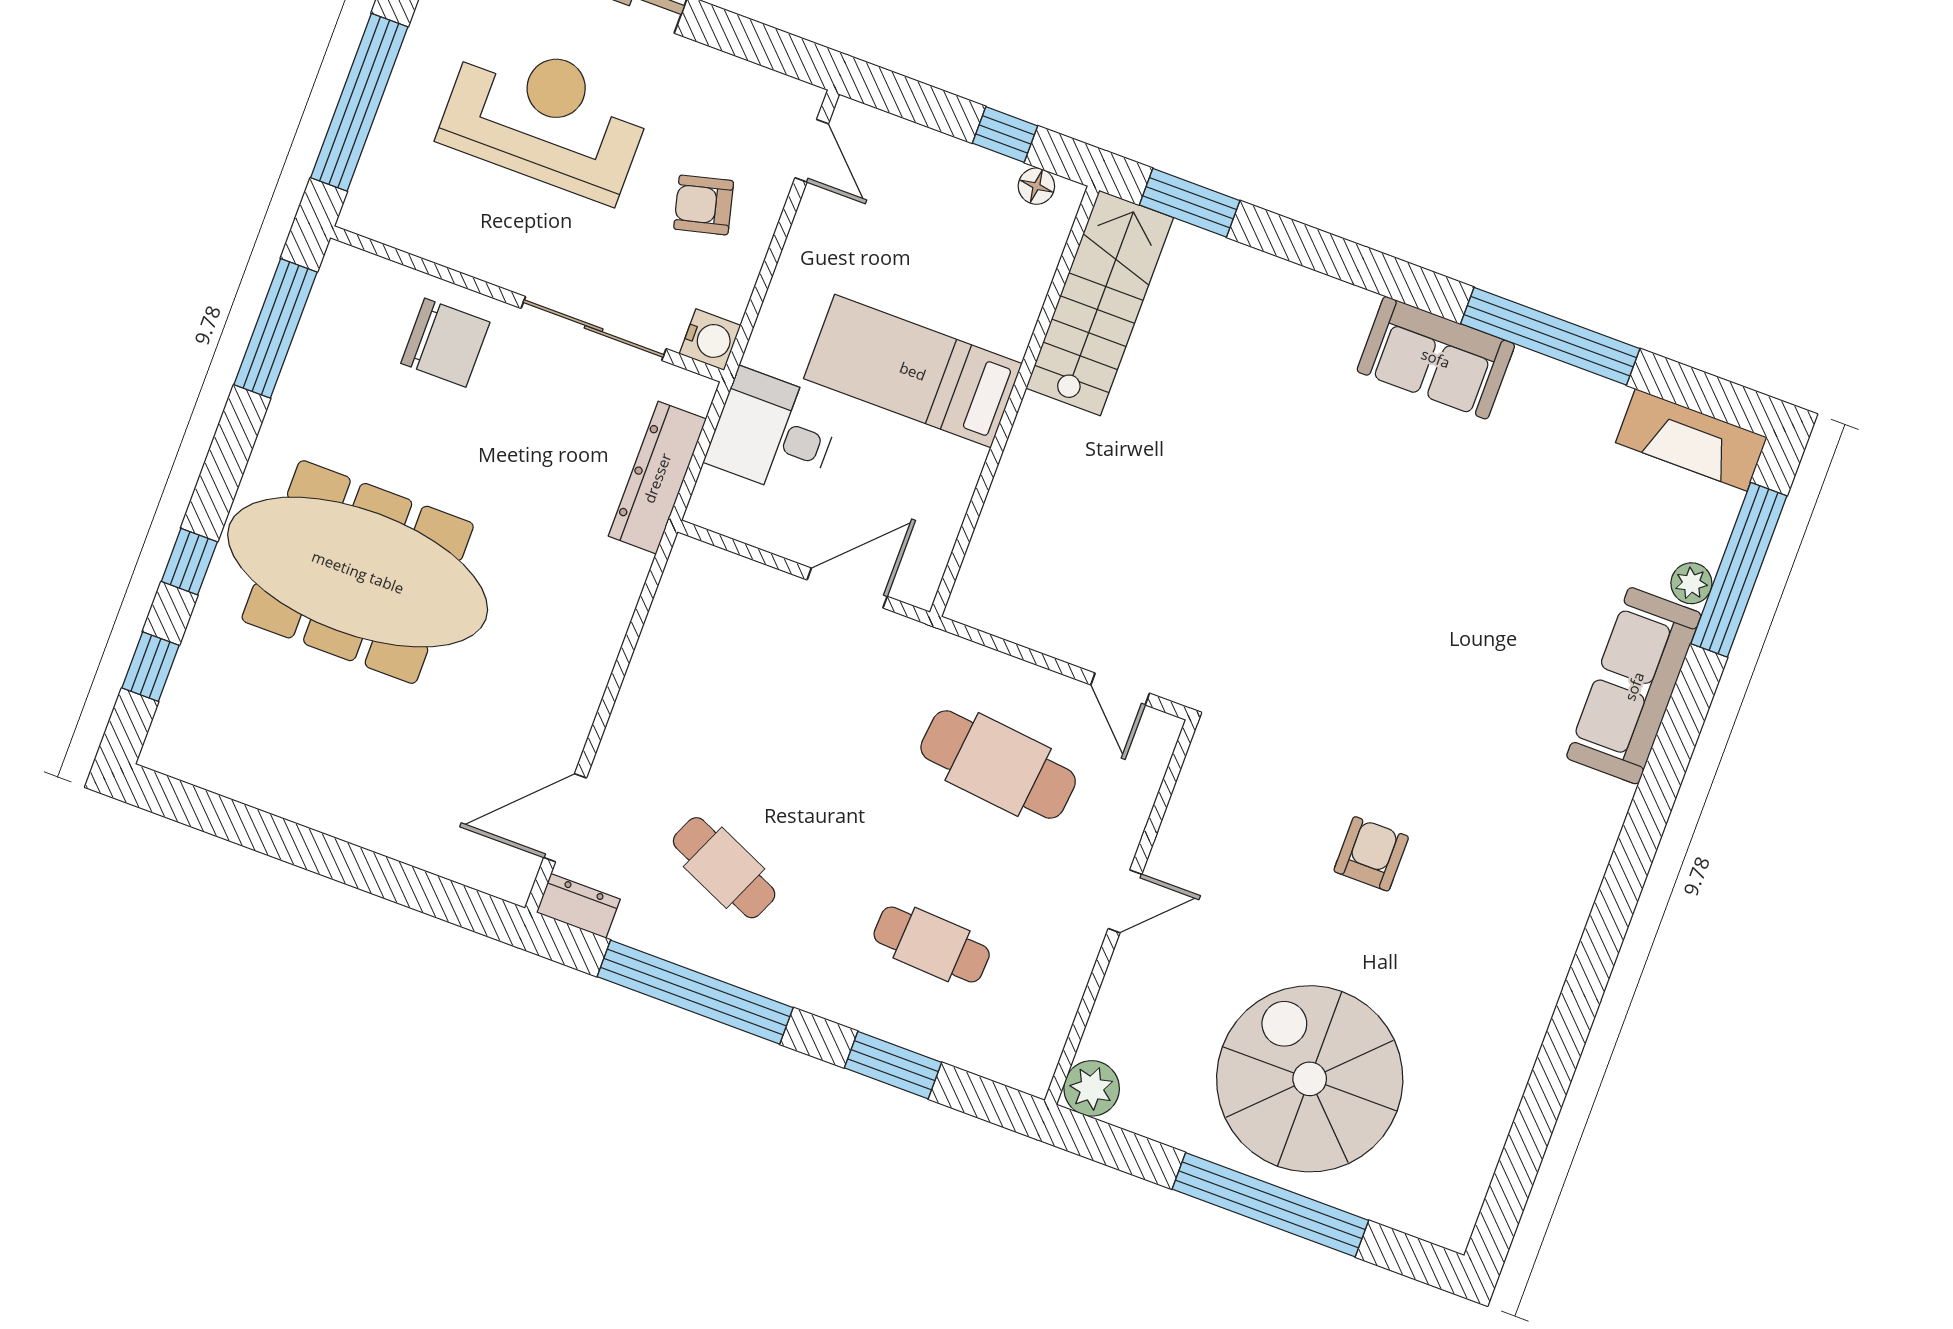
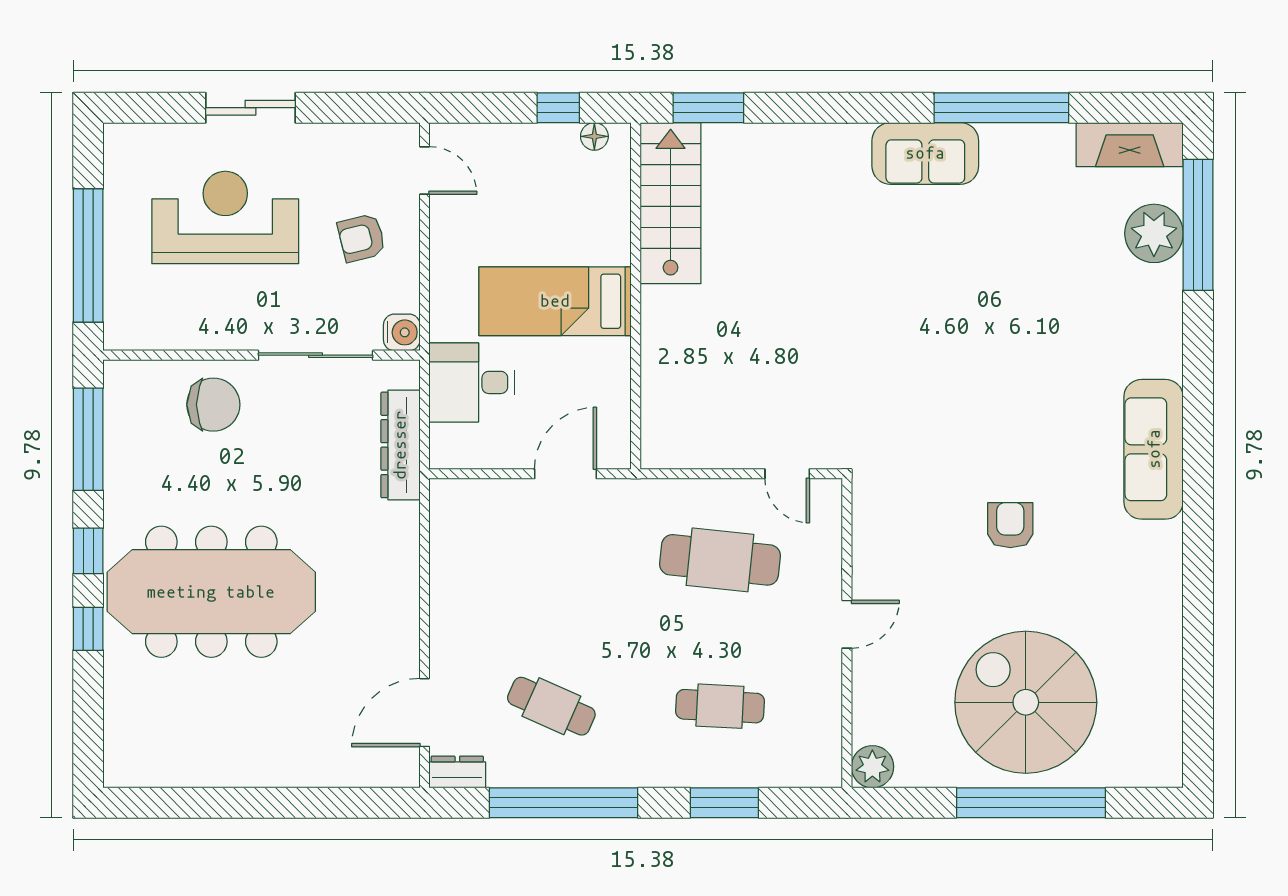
plant: (1691, 583) -> (1154, 233), width x1.87, depth x1.87
window: (150, 667) -> (88, 551), moved
sofa: (1634, 686) -> (1154, 449), moved

